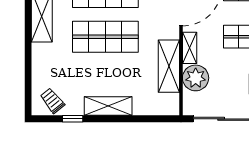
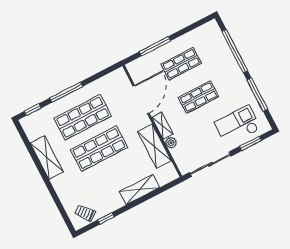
plant: (196, 78) -> (171, 143), width x0.53, depth x0.53
shelving: (108, 106) -> (139, 190), moved

